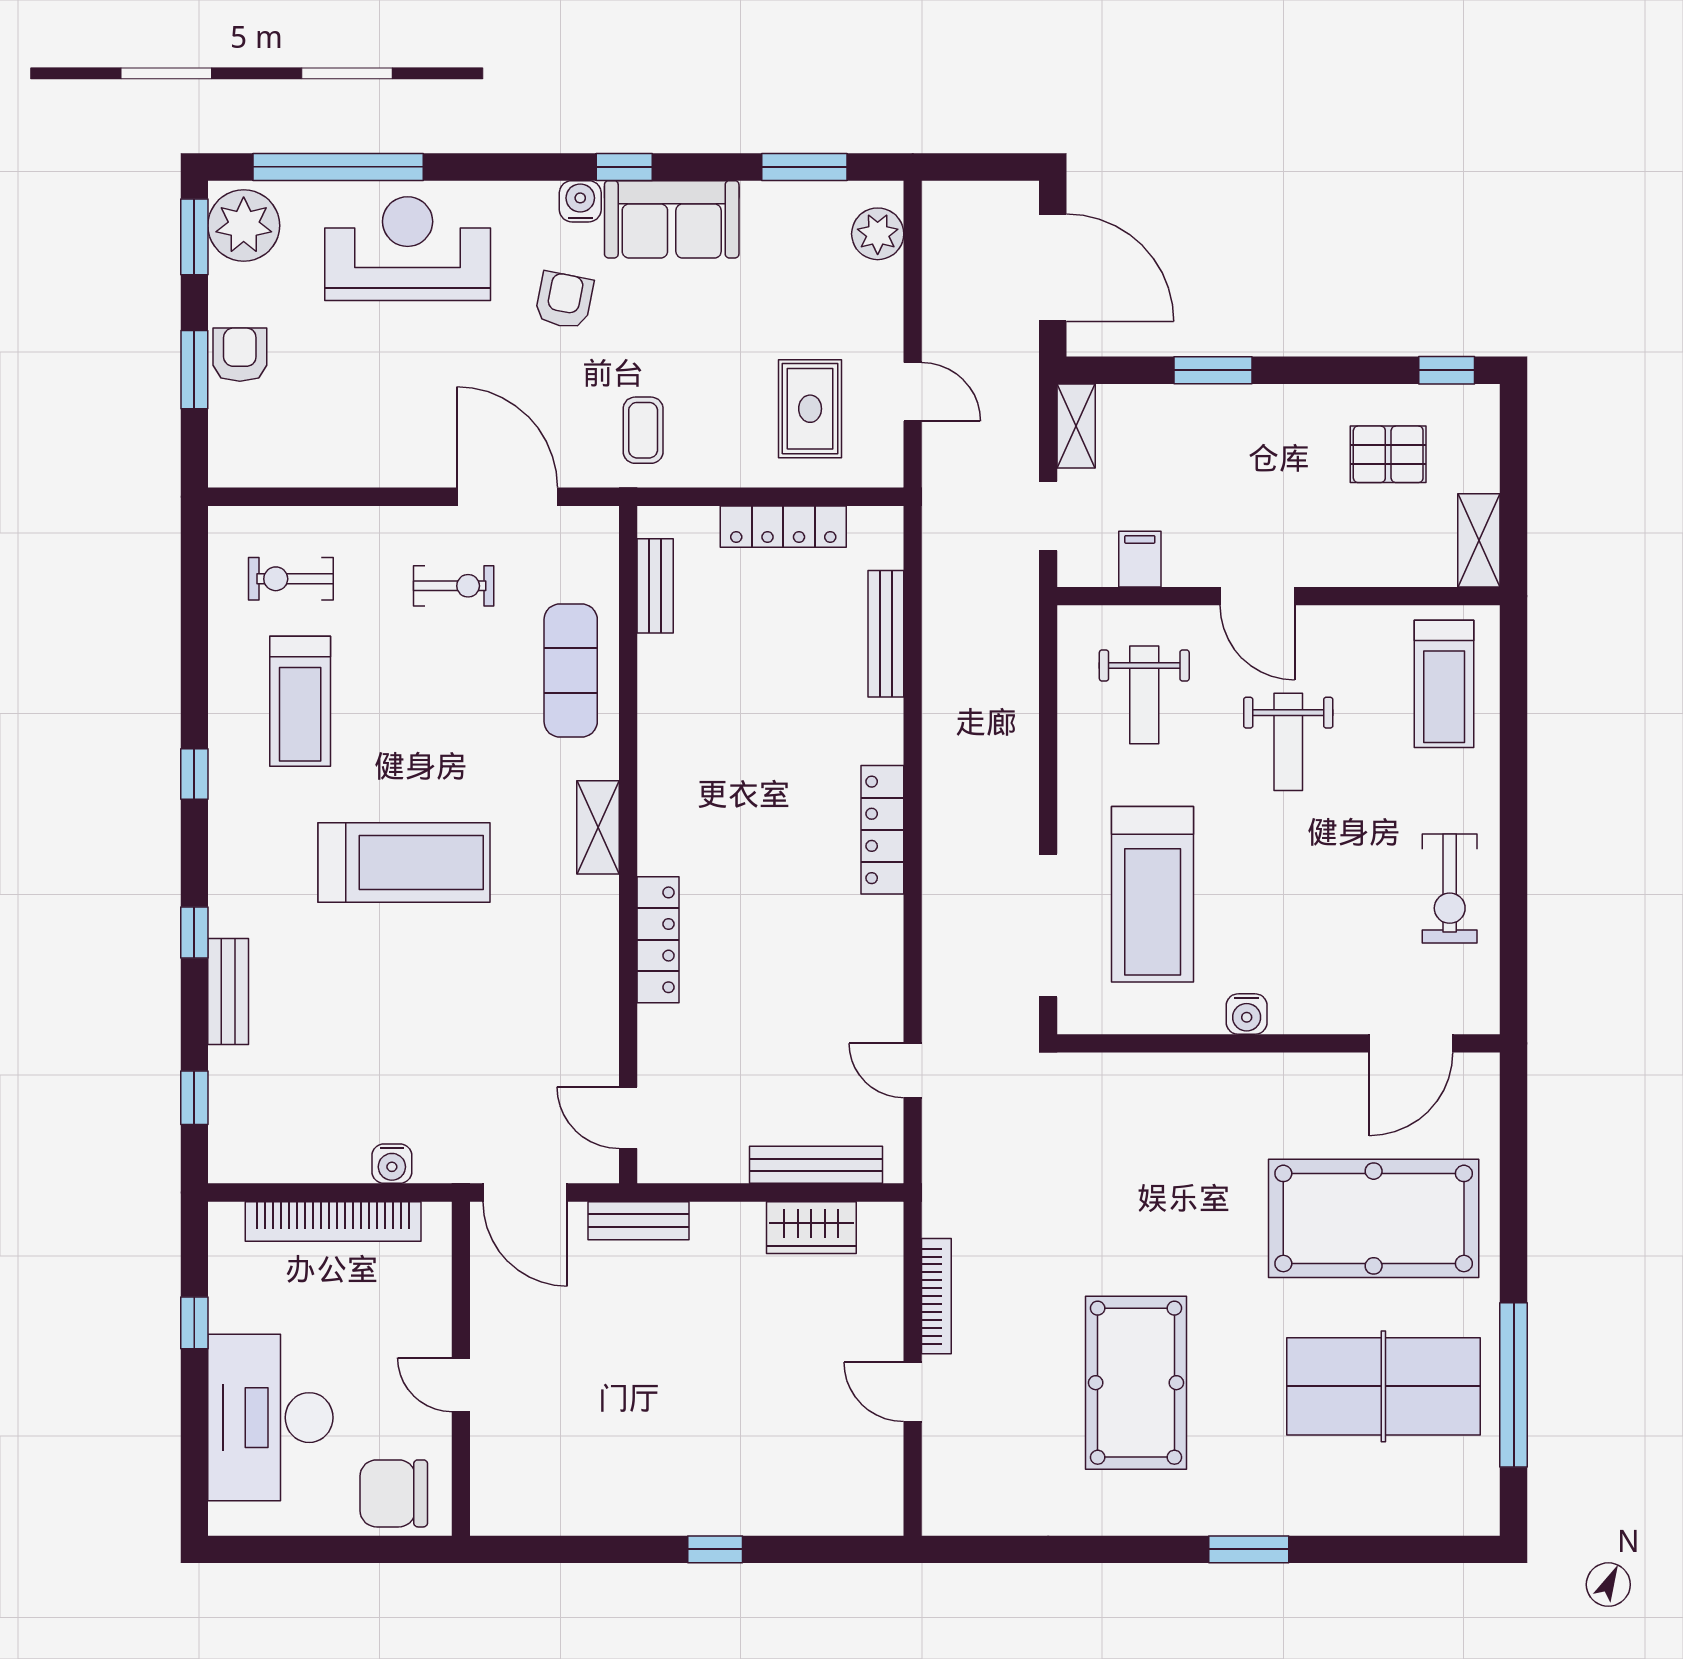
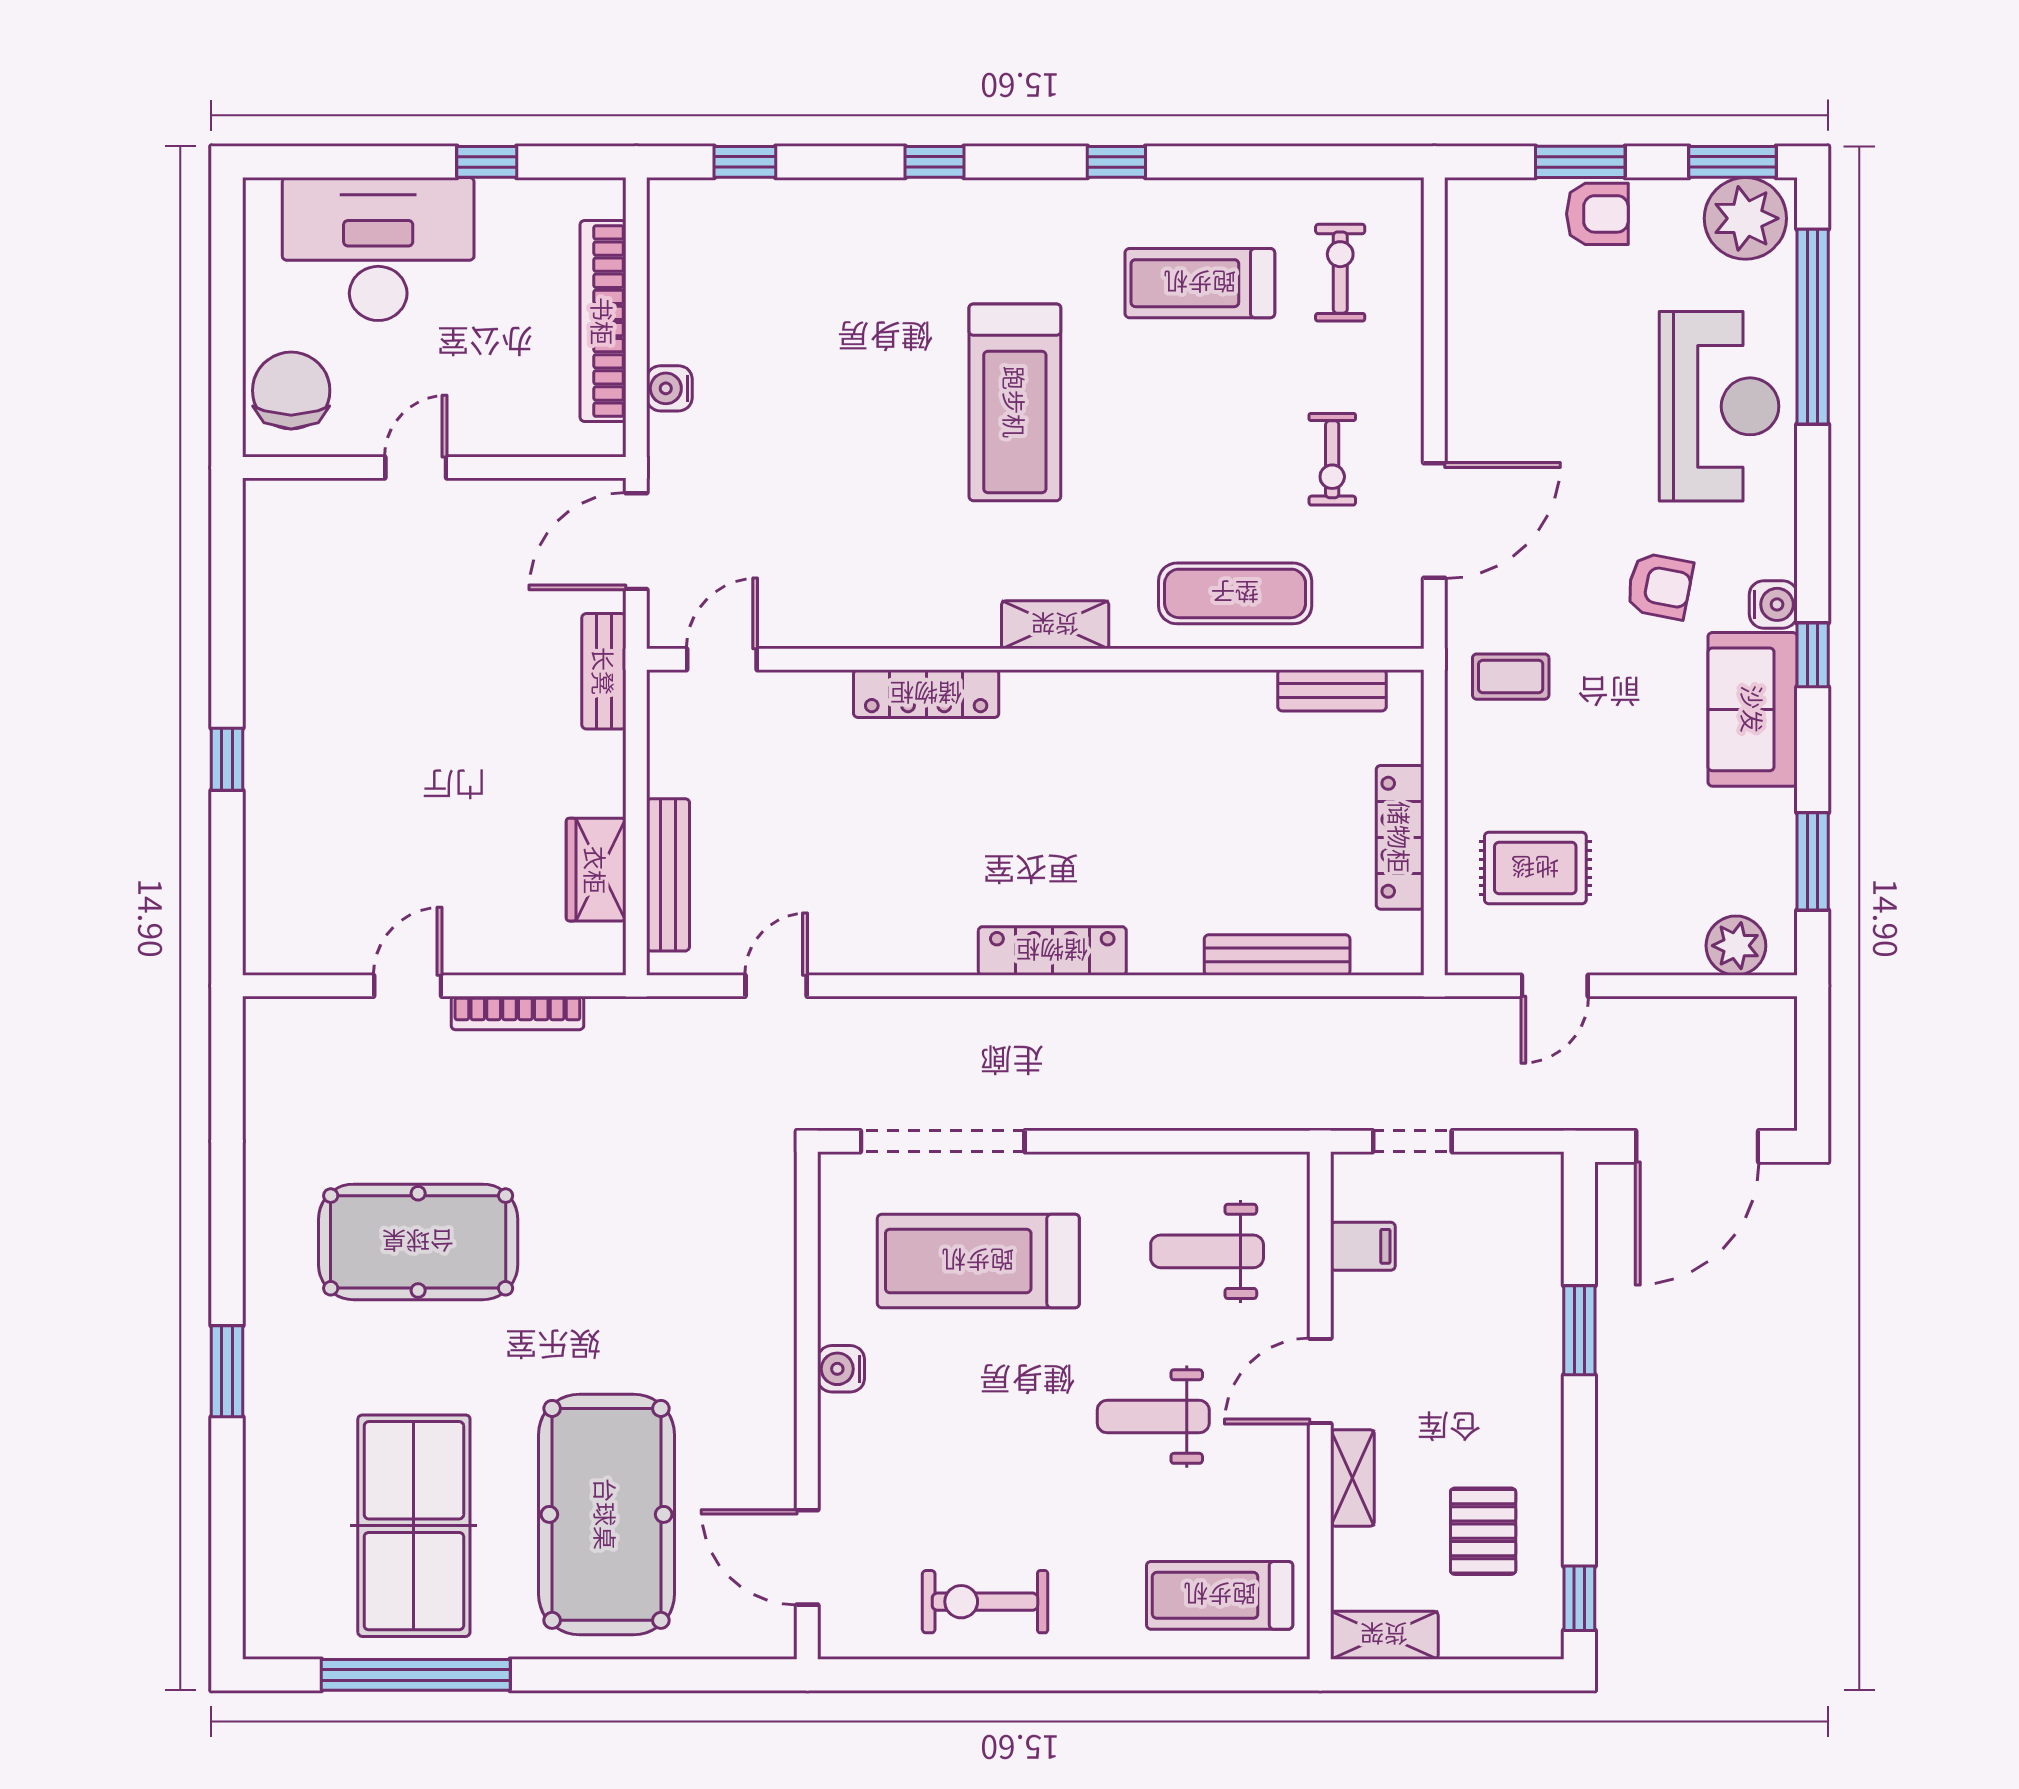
shelving: (1076, 426) -> (1352, 1478), moved, turned 90
bench: (228, 991) -> (867, 201), removed

